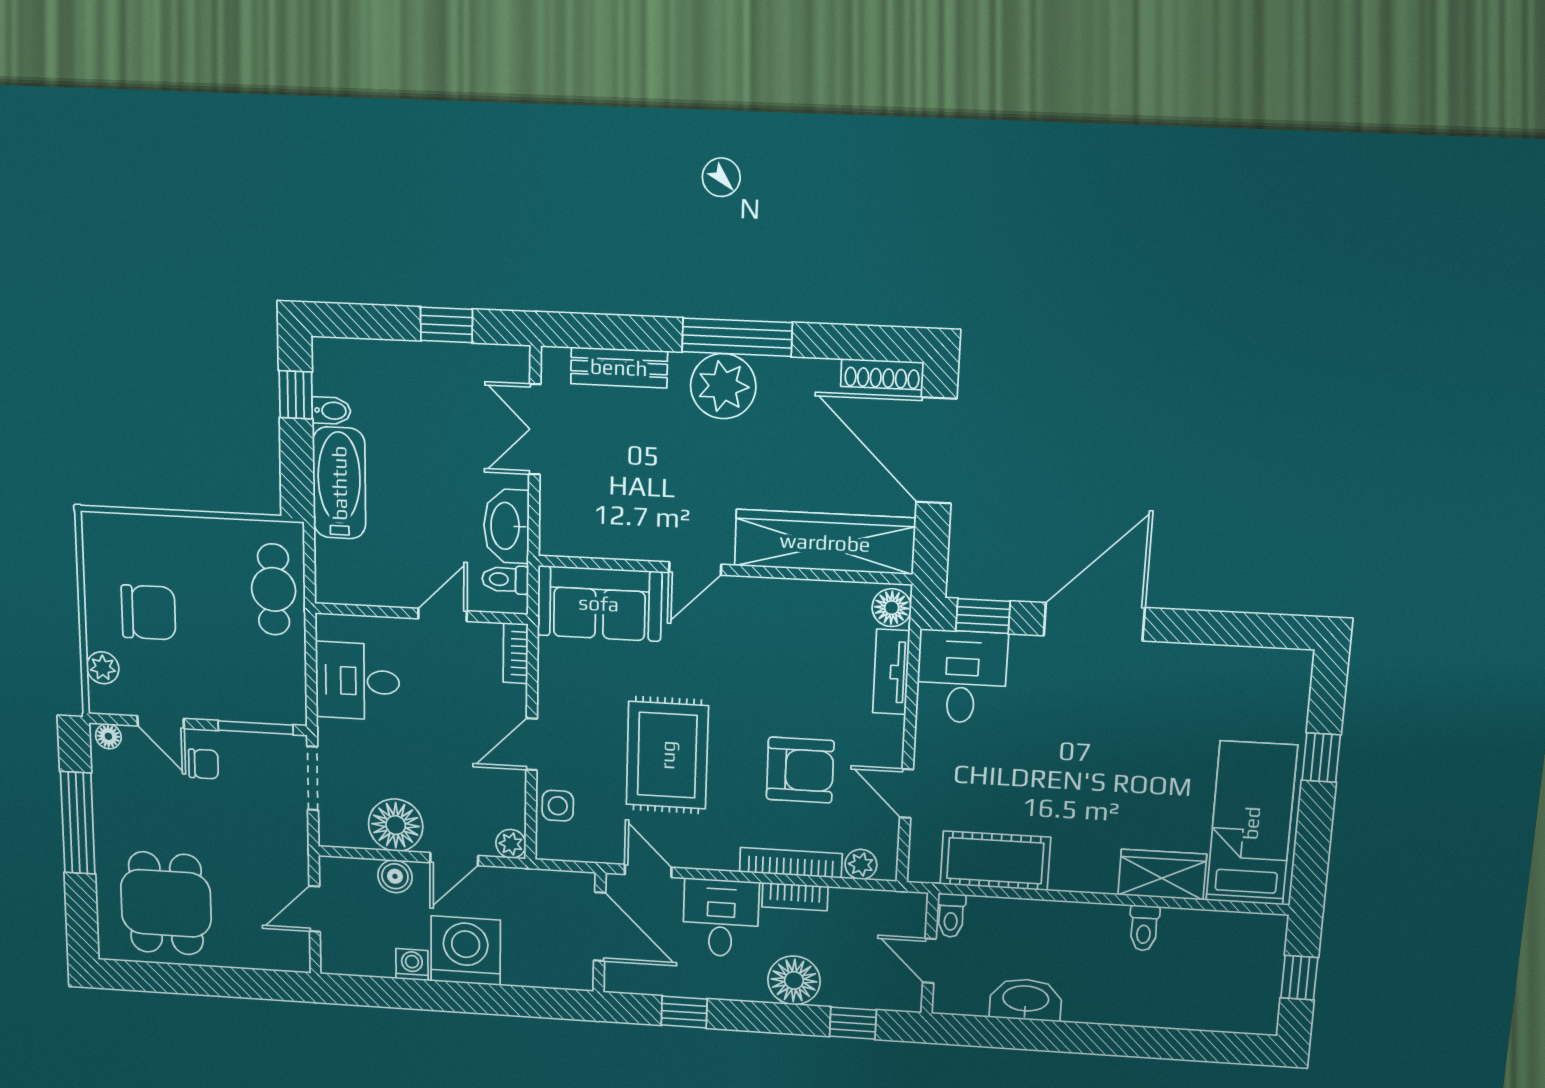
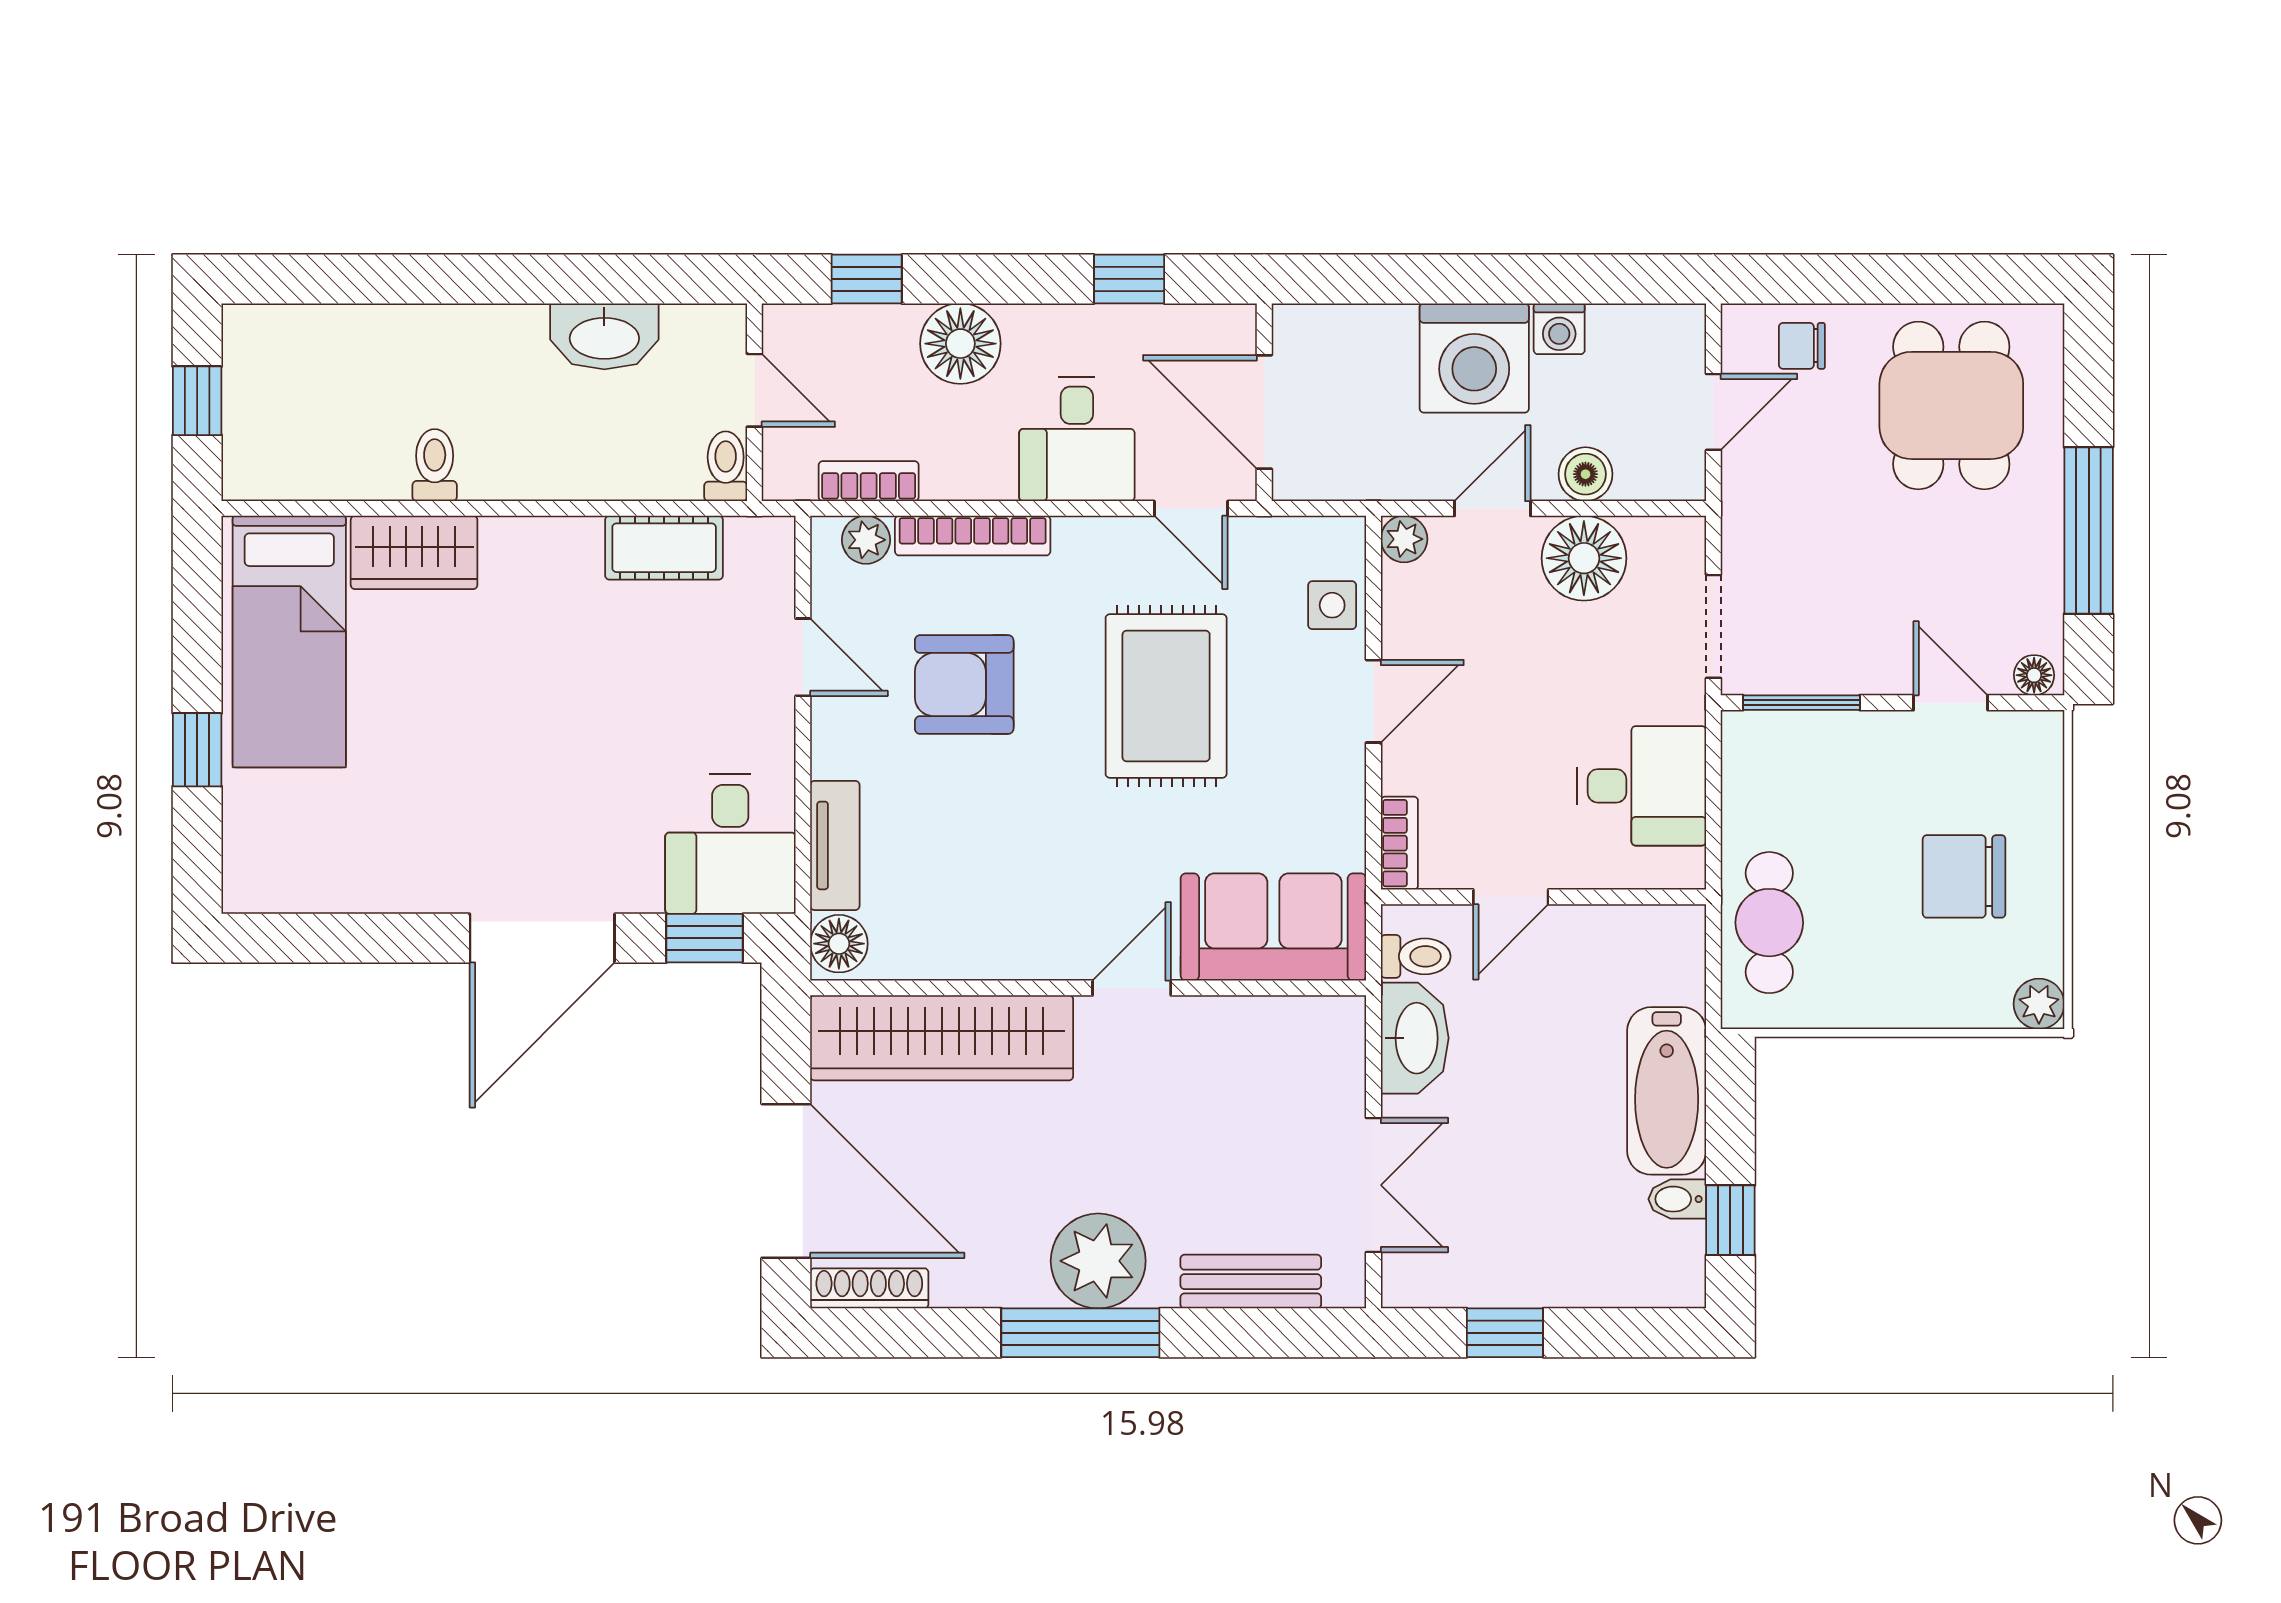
plant: (103, 668) -> (2039, 1004), moved
chair: (203, 764) -> (1802, 346), moved
cot: (995, 861) -> (664, 548), width x0.73, depth x0.75
bookcase: (795, 897) -> (869, 481), moved

